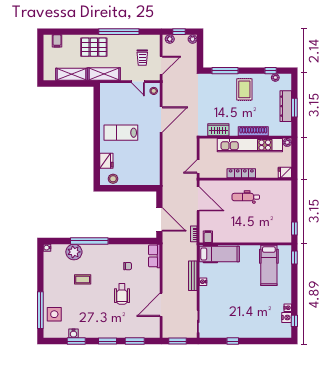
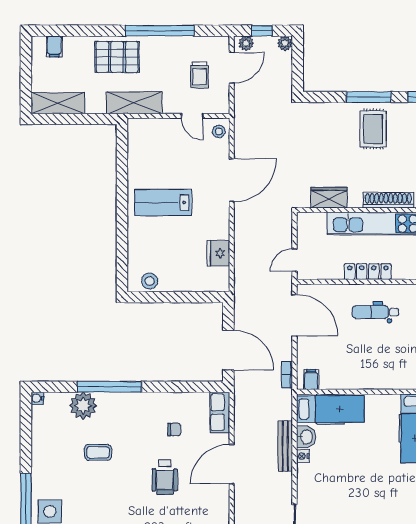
door: (161, 65) -> (232, 68), moved
window: (225, 71) -> (369, 97), moved
shelving: (71, 74) -> (58, 103), moved
fridge: (106, 161) -> (218, 253), moved, turned 180
washbasin: (205, 270) -> (306, 437), added
door: (161, 305) -> (232, 464), moved

